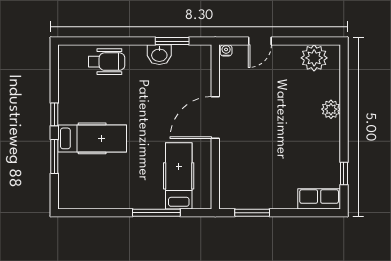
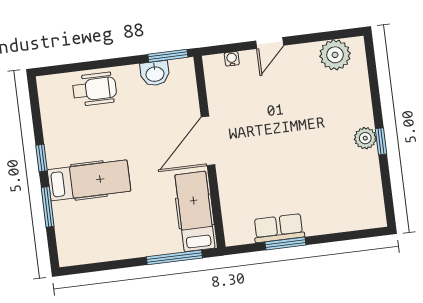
plant: (331, 109) -> (365, 138), moved
door: (215, 117) -> (208, 141), moved
wall: (215, 127) -> (209, 152), moved
window: (344, 173) -> (381, 141), moved
row of seats: (319, 199) -> (279, 228), moved

